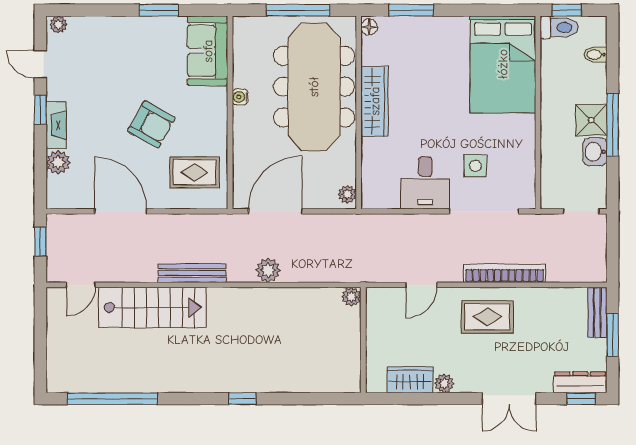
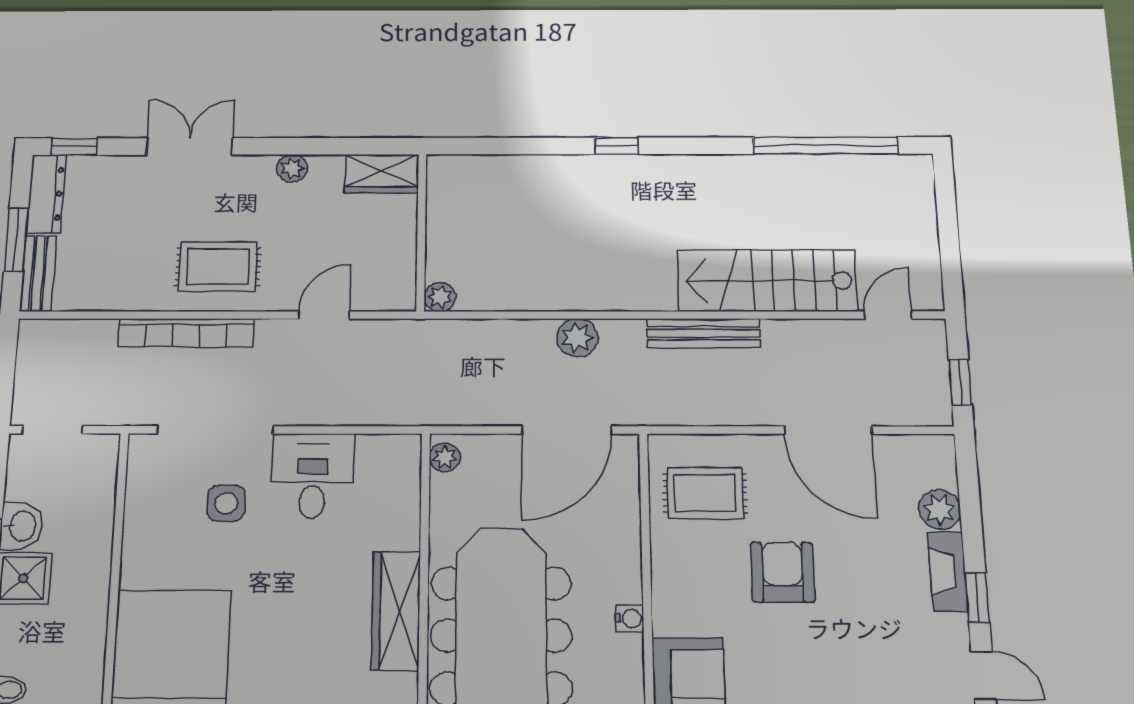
armchair: (151, 124) -> (782, 572), turned 61
wardrobe: (410, 380) -> (382, 174), moved
dresser: (580, 382) -> (46, 194), moved, turned -90

